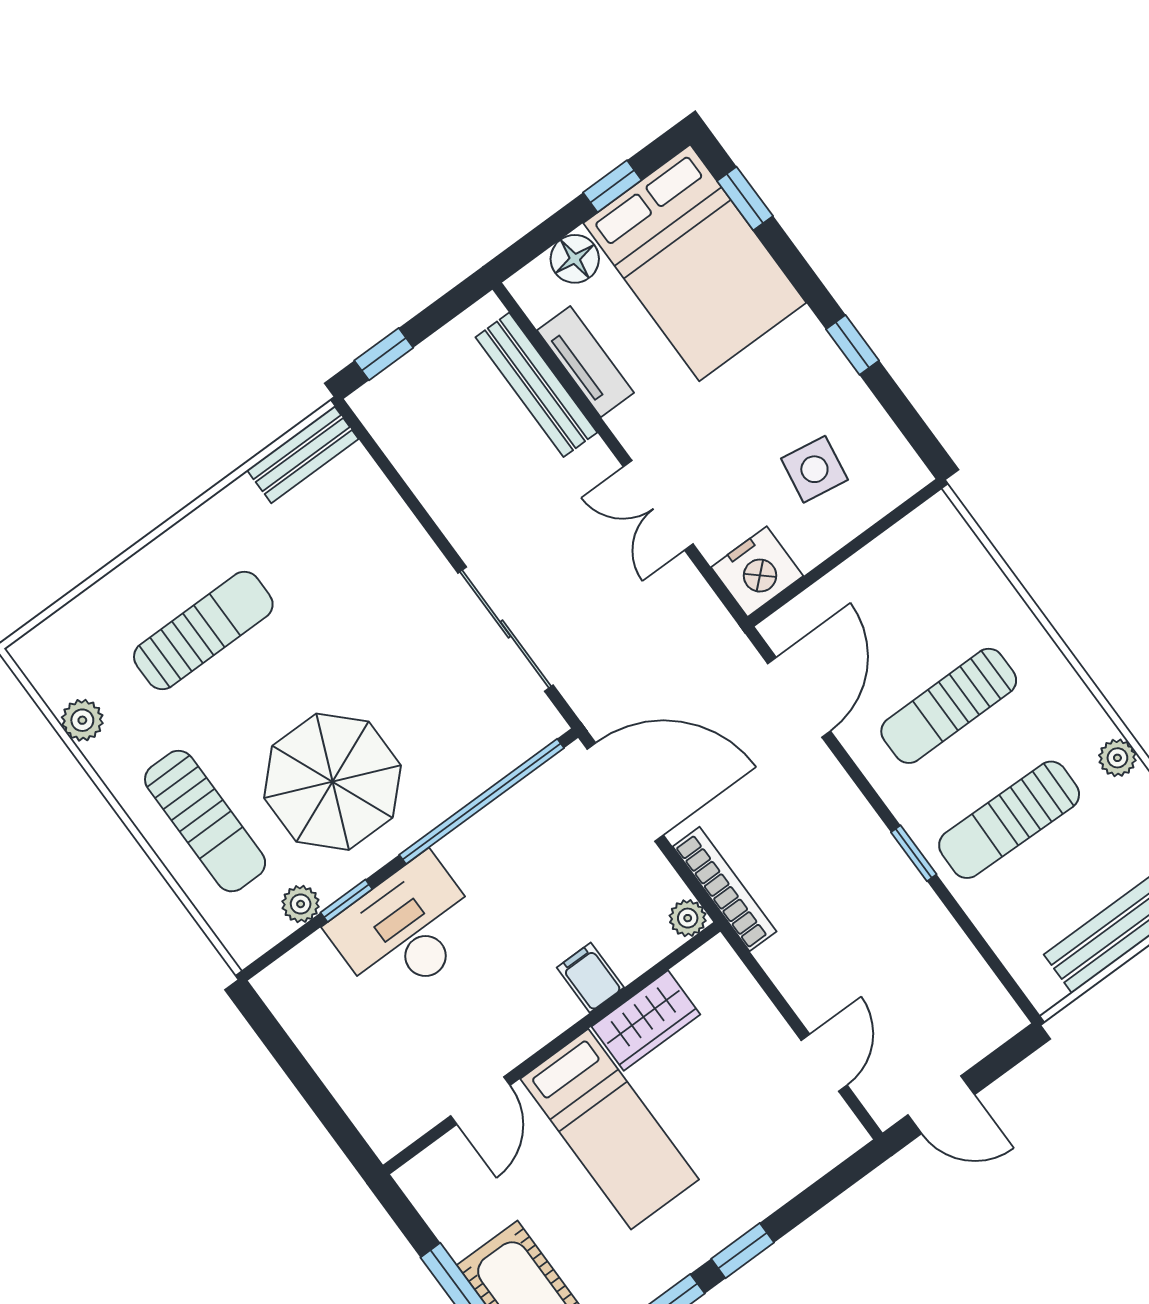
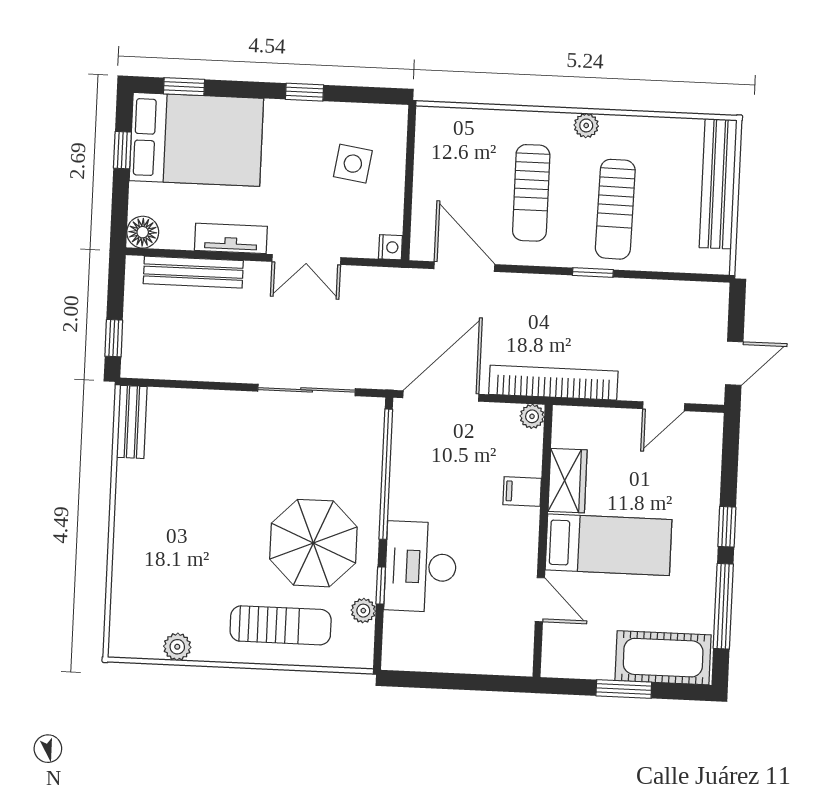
floor lamp: (575, 259) -> (143, 232), moved
tv unit: (585, 362) -> (231, 238), moved
nightstand: (757, 572) -> (390, 247), width x0.53, depth x0.56
sun lounger: (203, 631) -> (181, 547), removed
plant: (1117, 758) -> (586, 125), moved
bookcase: (725, 889) -> (553, 383), width x1.48, depth x1.31
door: (824, 1063) -> (664, 406), swing flipped

